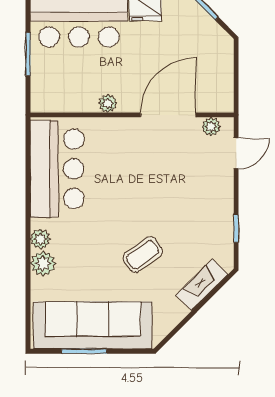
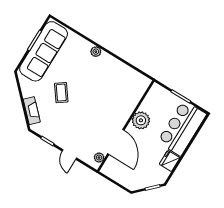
plant: (108, 103) -> (141, 120), width x1.88, depth x1.88
door: (236, 153) -> (69, 154), moved
bar counter: (57, 169) -> (122, 78), removed
plant: (43, 264) -> (84, 46), removed

